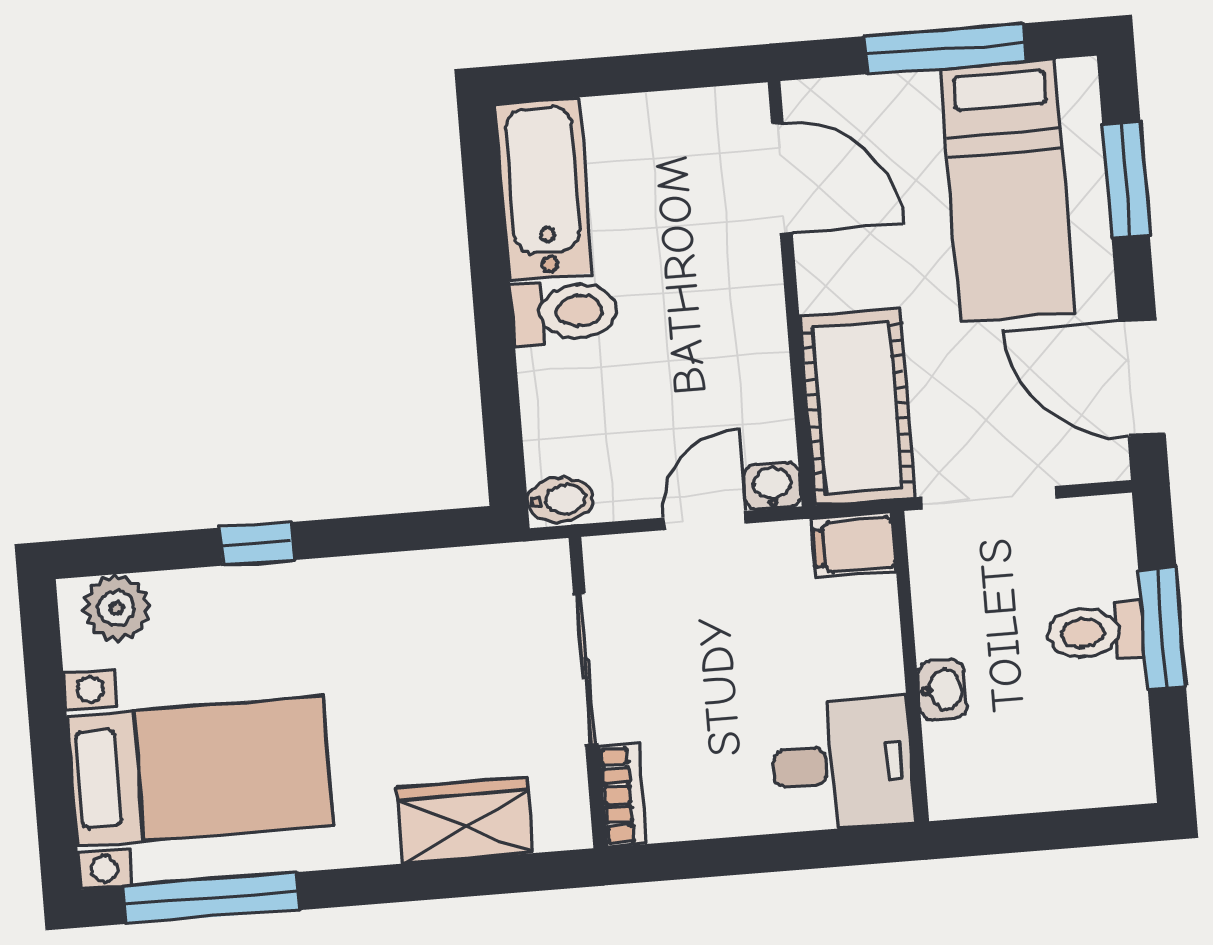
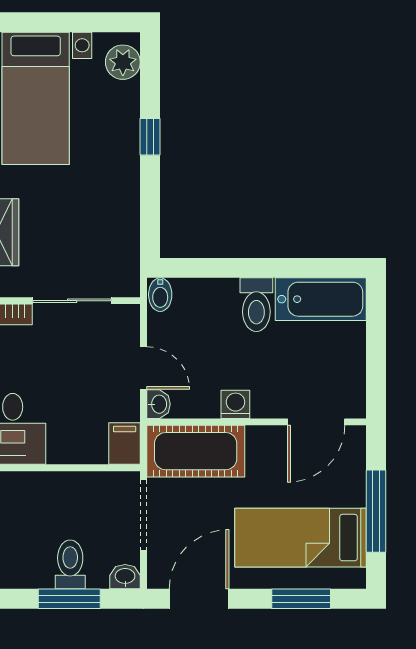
washing machine: (760, 337) -> (235, 404), added
washbasin: (942, 690) -> (125, 577), moved, turned 180

